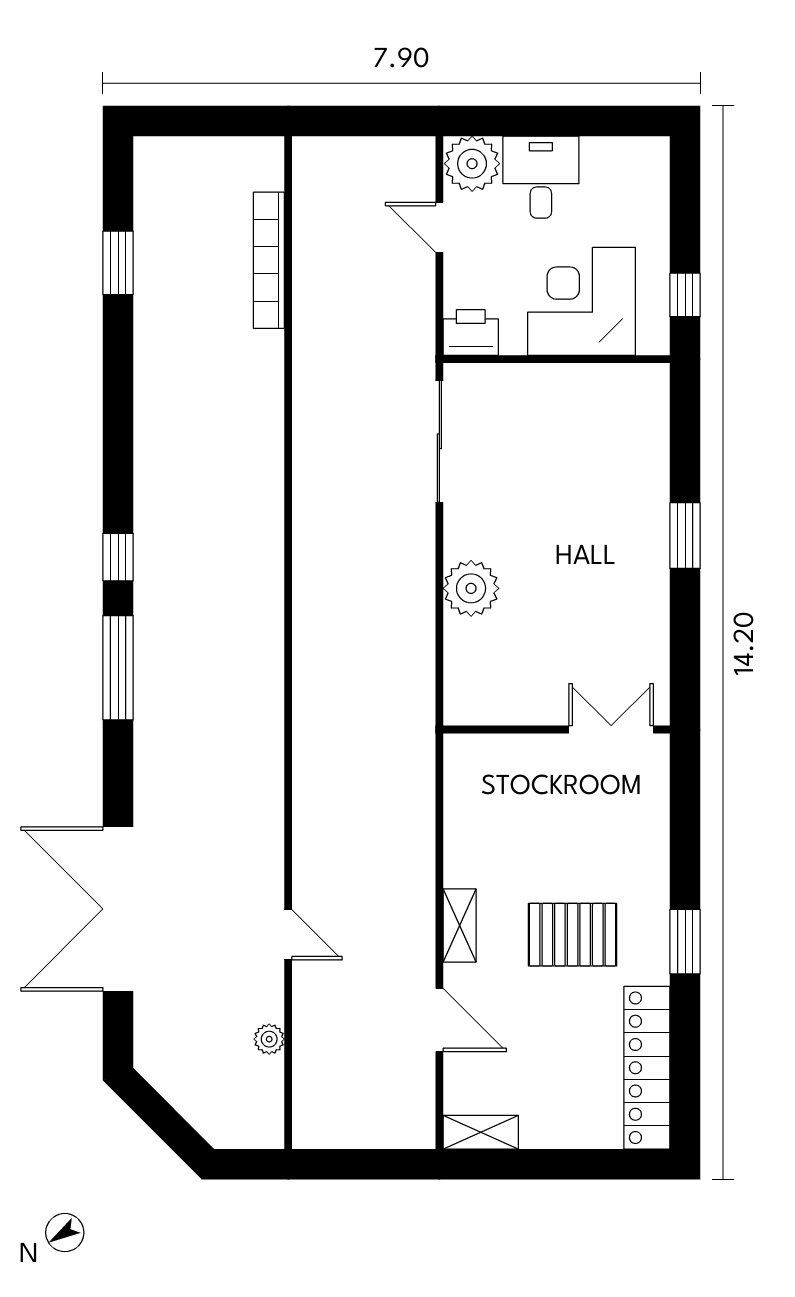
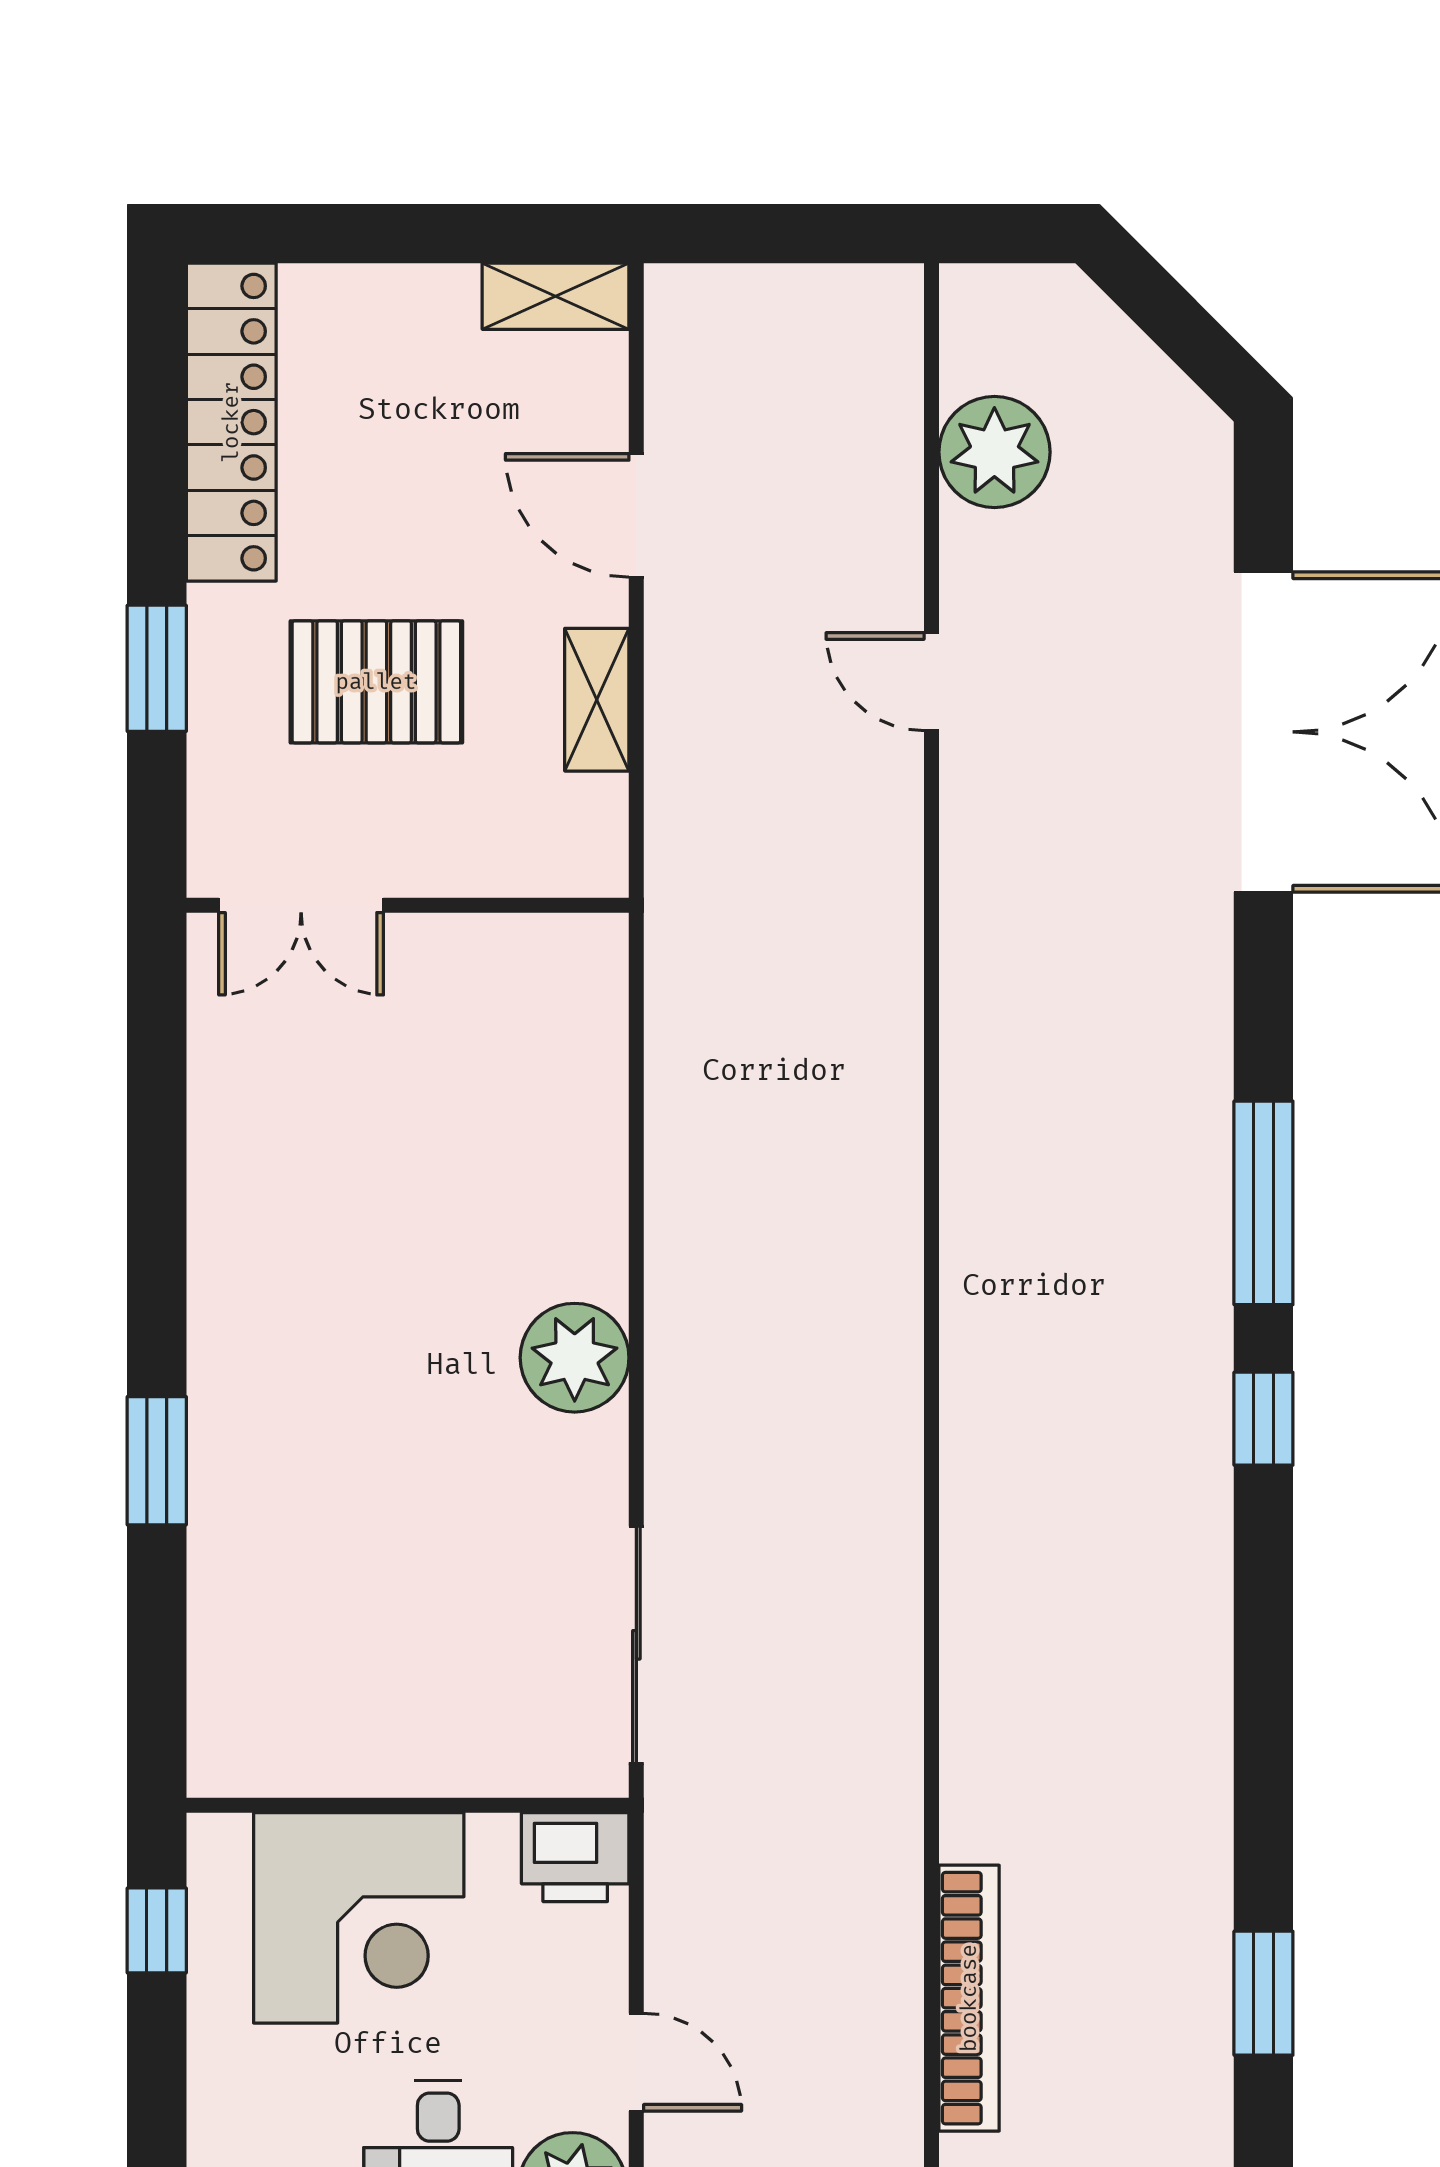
wall: (557, 730) -> (408, 905), moved
double door: (611, 730) -> (301, 905), moved
plant: (269, 1039) -> (994, 452), width x1.87, depth x1.87

